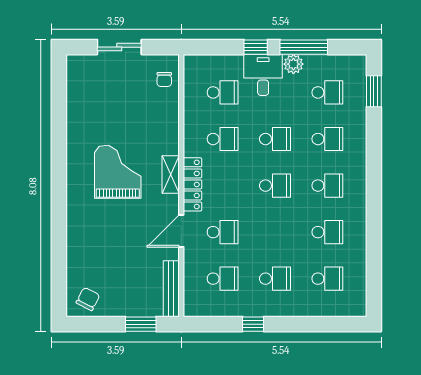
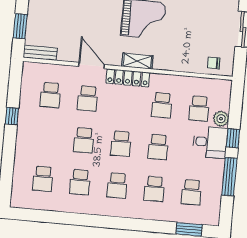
plant: (293, 64) -> (221, 119), moved
school desk: (275, 279) -> (84, 140), moved
bench: (171, 289) -> (40, 53), width x0.73

